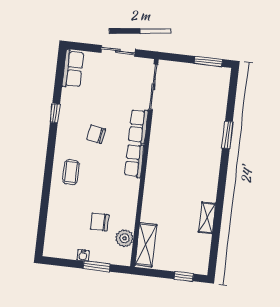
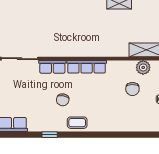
row of seats: (134, 161) -> (87, 67), width x1.48
coffee table: (71, 172) -> (77, 123), moved

